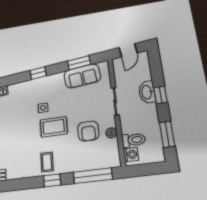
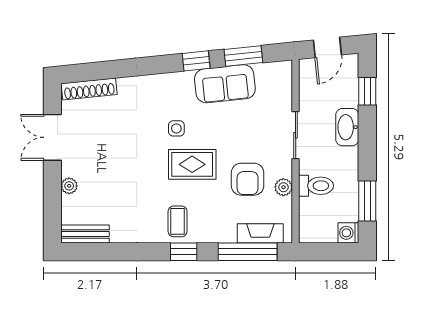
window: (38, 73) -> (196, 61), moved
sofa: (82, 76) -> (225, 84), moved
window: (160, 95) -> (367, 91), moved
toilet: (134, 140) -> (316, 186), moved
washing machine: (131, 155) -> (348, 233), moved, turned 180
fireplace: (100, 163) -> (260, 233), added

